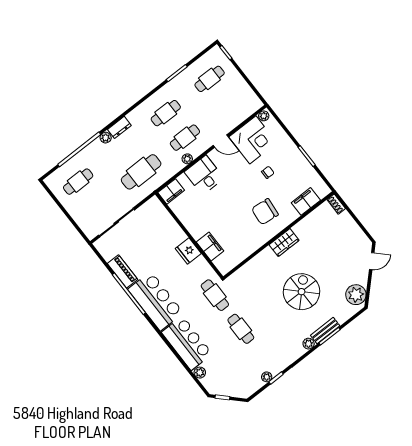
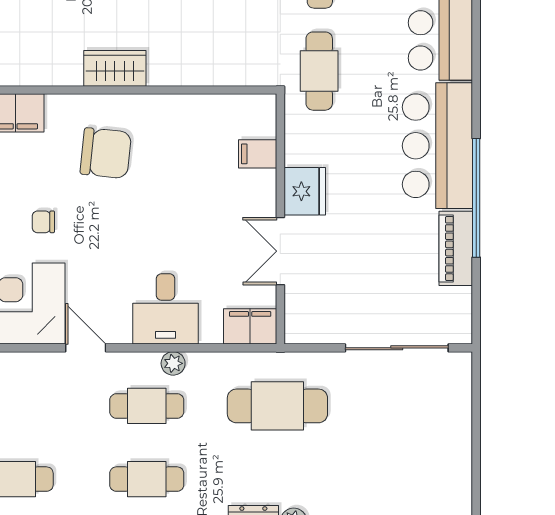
cafe table: (78, 182) -> (408, 479), removed
double door: (181, 225) -> (280, 251), added
filing cabinet: (210, 246) -> (258, 154), width x0.50

